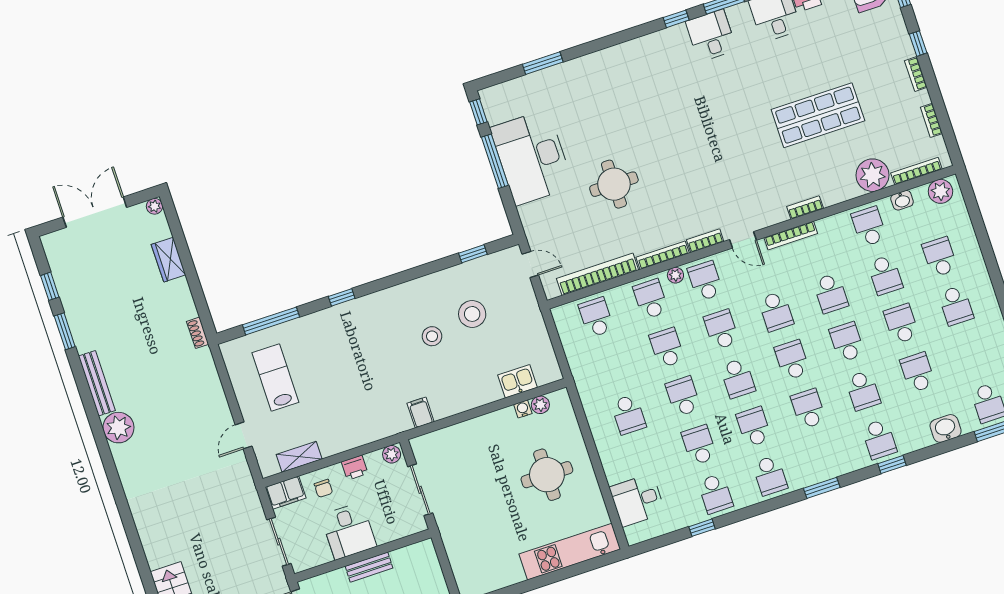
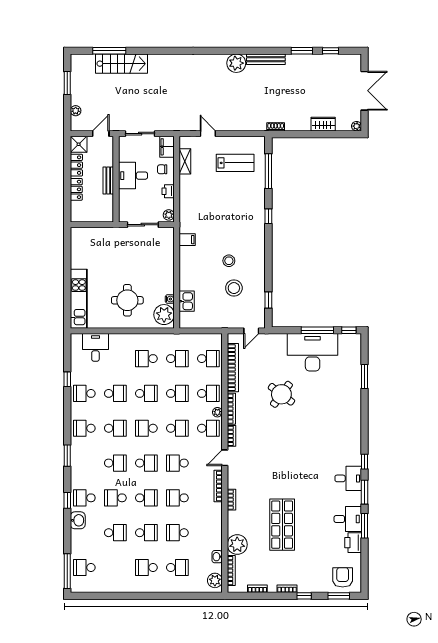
round table: (614, 184) -> (281, 394), turned 37
school desk: (869, 226) -> (177, 359), moved
plant: (540, 405) -> (164, 315), width x1.88, depth x1.88
washbasin: (946, 428) -> (78, 520), moved

